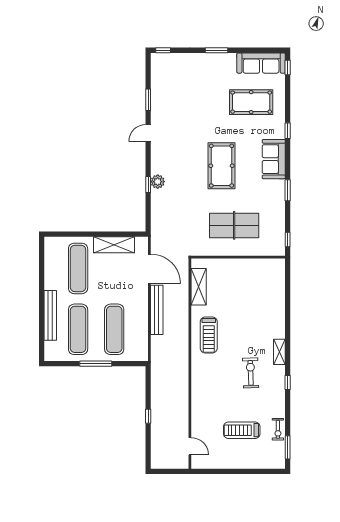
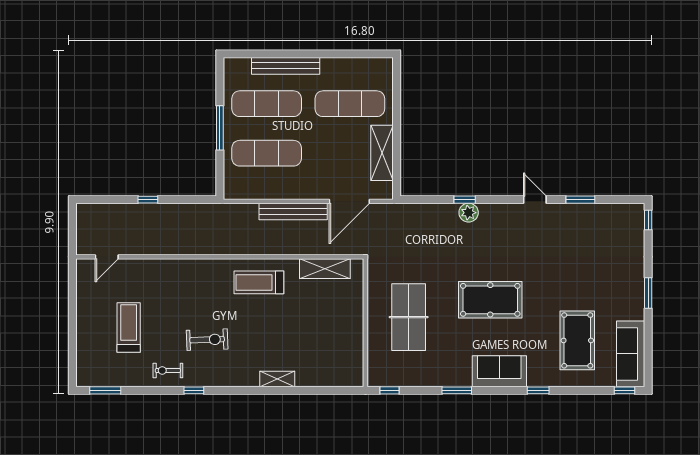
shelving: (279, 352) -> (277, 379), moved
exercise bike: (278, 429) -> (168, 370), moved

